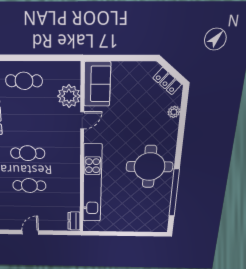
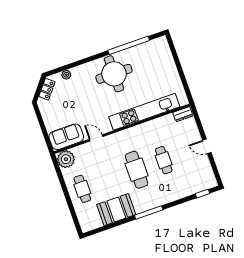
plant: (69, 96) -> (66, 159), moved
cafe table: (28, 153) -> (137, 170), width x1.37, depth x1.35

